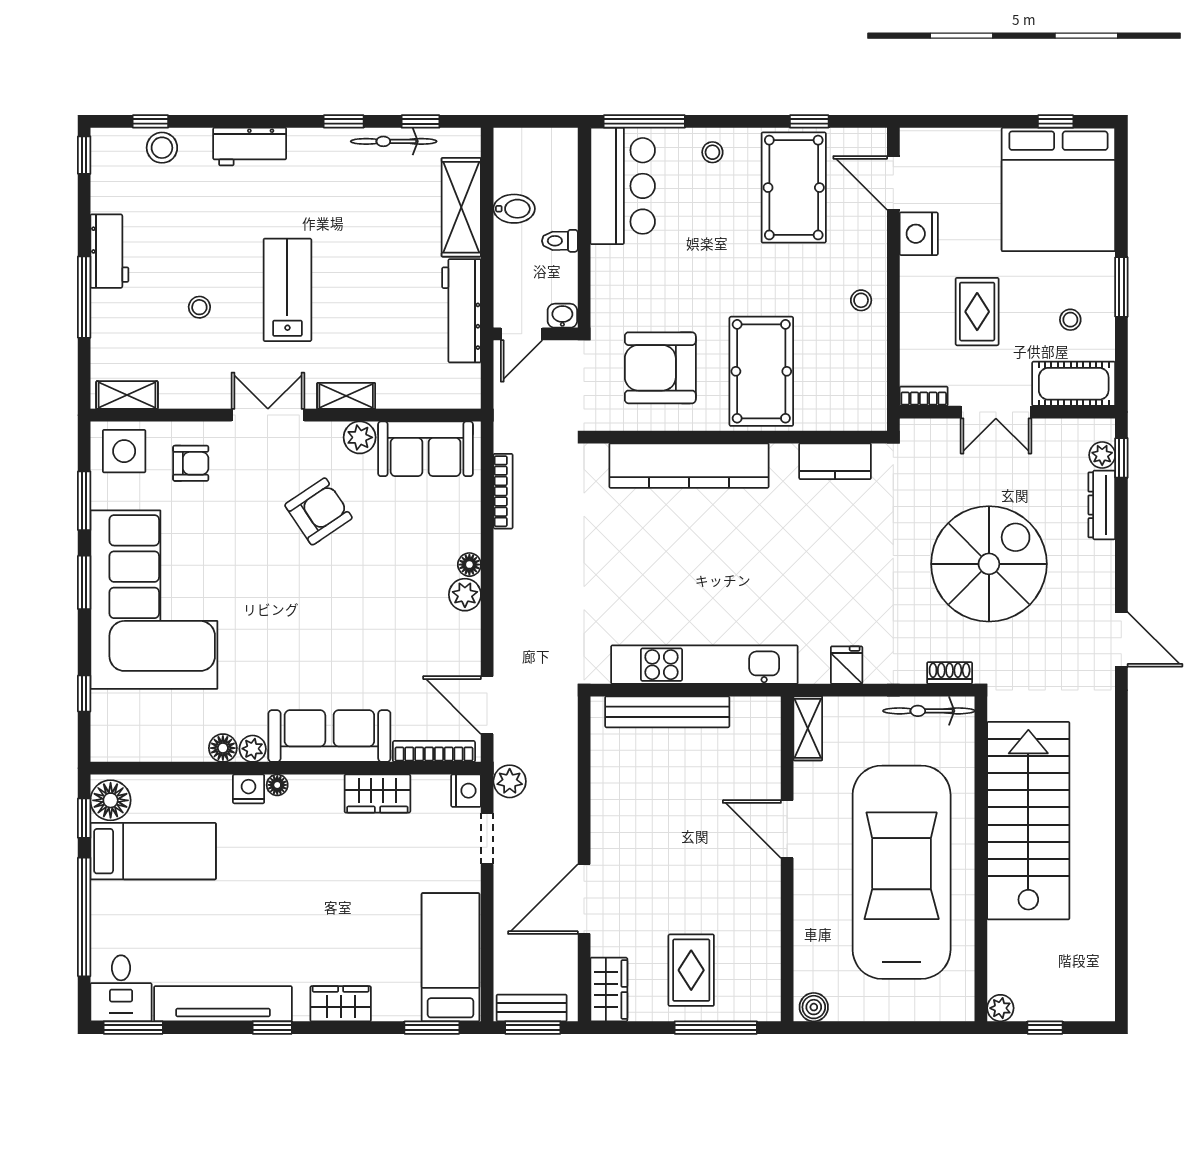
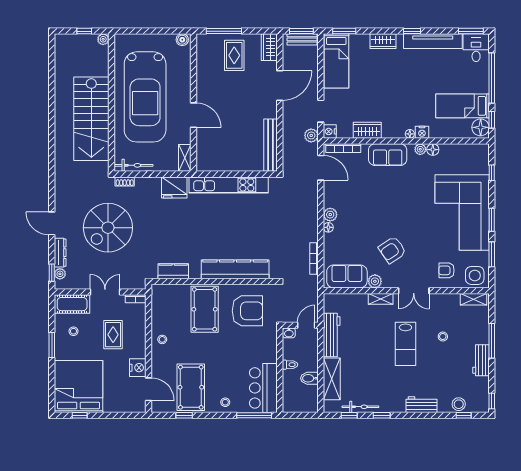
door: (1121, 639) -> (52, 223), moved
fridge: (847, 665) -> (174, 187), width x1.88, depth x1.34
bench: (667, 712) -> (270, 145), moved, turned 90
sofa: (329, 736) -> (388, 155), width x0.73

